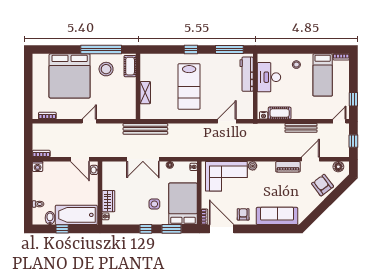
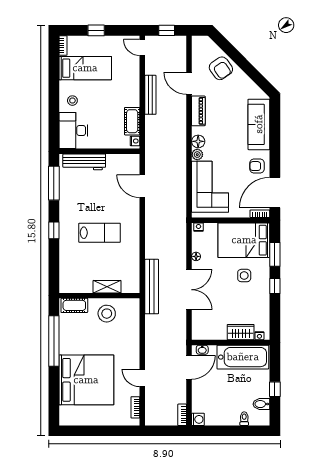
stool: (106, 69) -> (107, 314), moved
desk: (269, 77) -> (73, 130), moved, turned 90
lab bench: (189, 87) -> (100, 233), width x0.73, depth x0.72
window: (353, 99) -> (96, 30), moved
door: (89, 121) -> (142, 378), moved
floor lamp: (338, 167) -> (198, 141), moved
armchair: (323, 185) -> (221, 68), turned -88
bathtub: (76, 215) -> (243, 357), moved, turned -90

